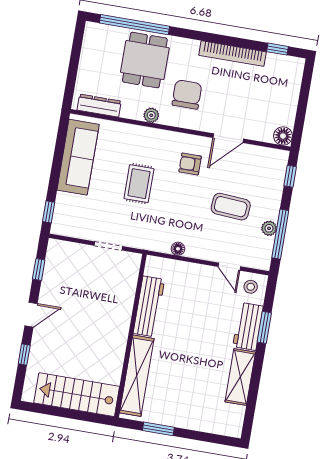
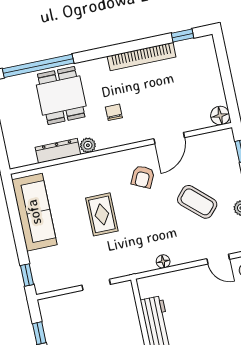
chair: (187, 94) -> (114, 112), width x0.54, depth x0.54
dresser: (99, 106) -> (58, 151), moved
armchair: (190, 164) -> (143, 177), turned -65
coffee table: (231, 207) -> (197, 202), turned 38

